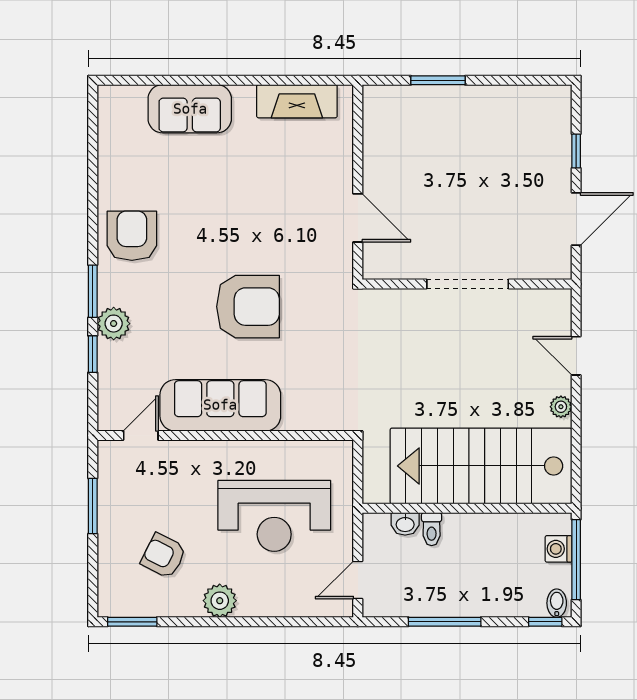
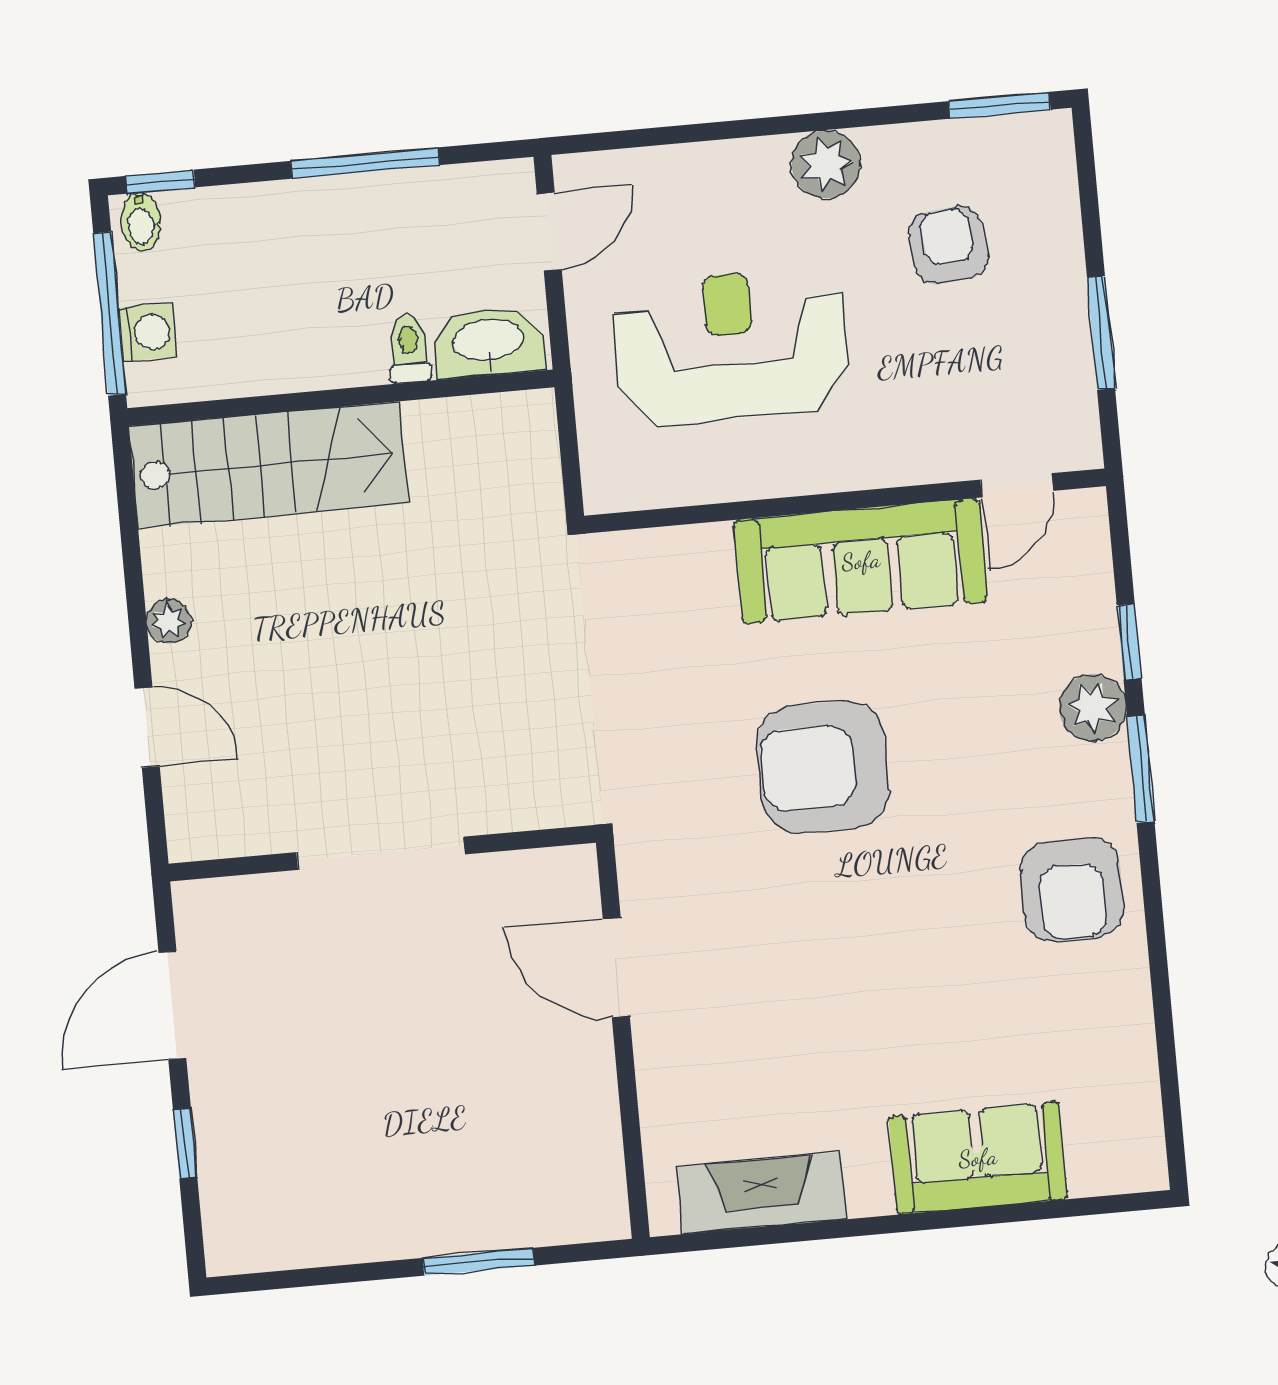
stairs: (481, 466) -> (269, 465), width x0.73, depth x0.66
washbasin: (405, 524) -> (489, 342), width x1.91, depth x1.45
armchair: (163, 556) -> (948, 245), turned -123

